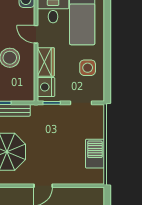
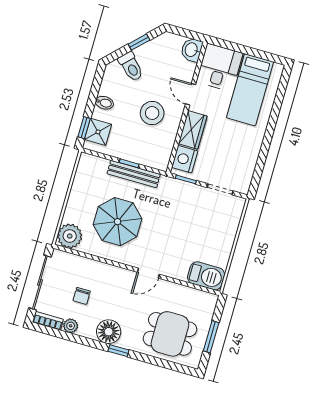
side table: (88, 68) -> (239, 150), removed
barbecue: (95, 154) -> (206, 276), moved, turned 90

